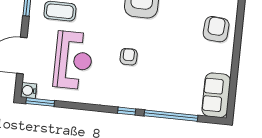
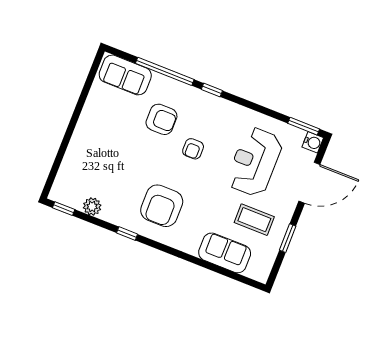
armchair: (216, 29) -> (161, 119), moved, turned -94
sofa: (216, 95) -> (125, 75), moved, turned 90

